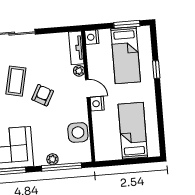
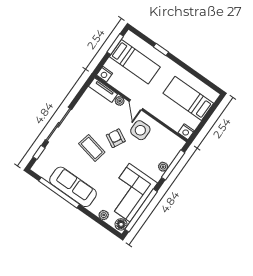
door: (88, 88) -> (136, 105), swing flipped
nightstand: (97, 104) -> (186, 132), moved
side table: (78, 132) -> (140, 130), moved

